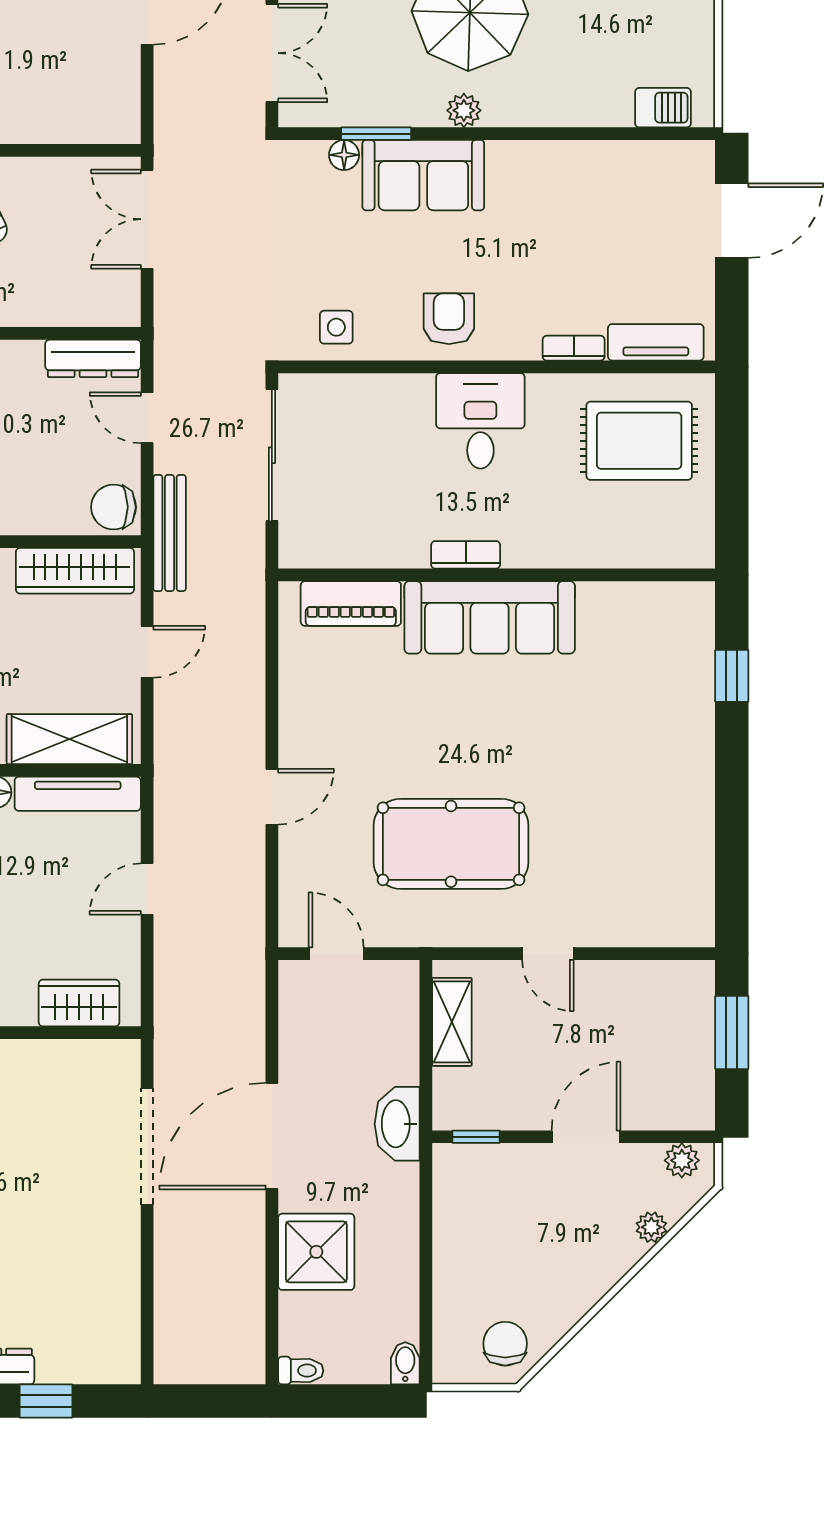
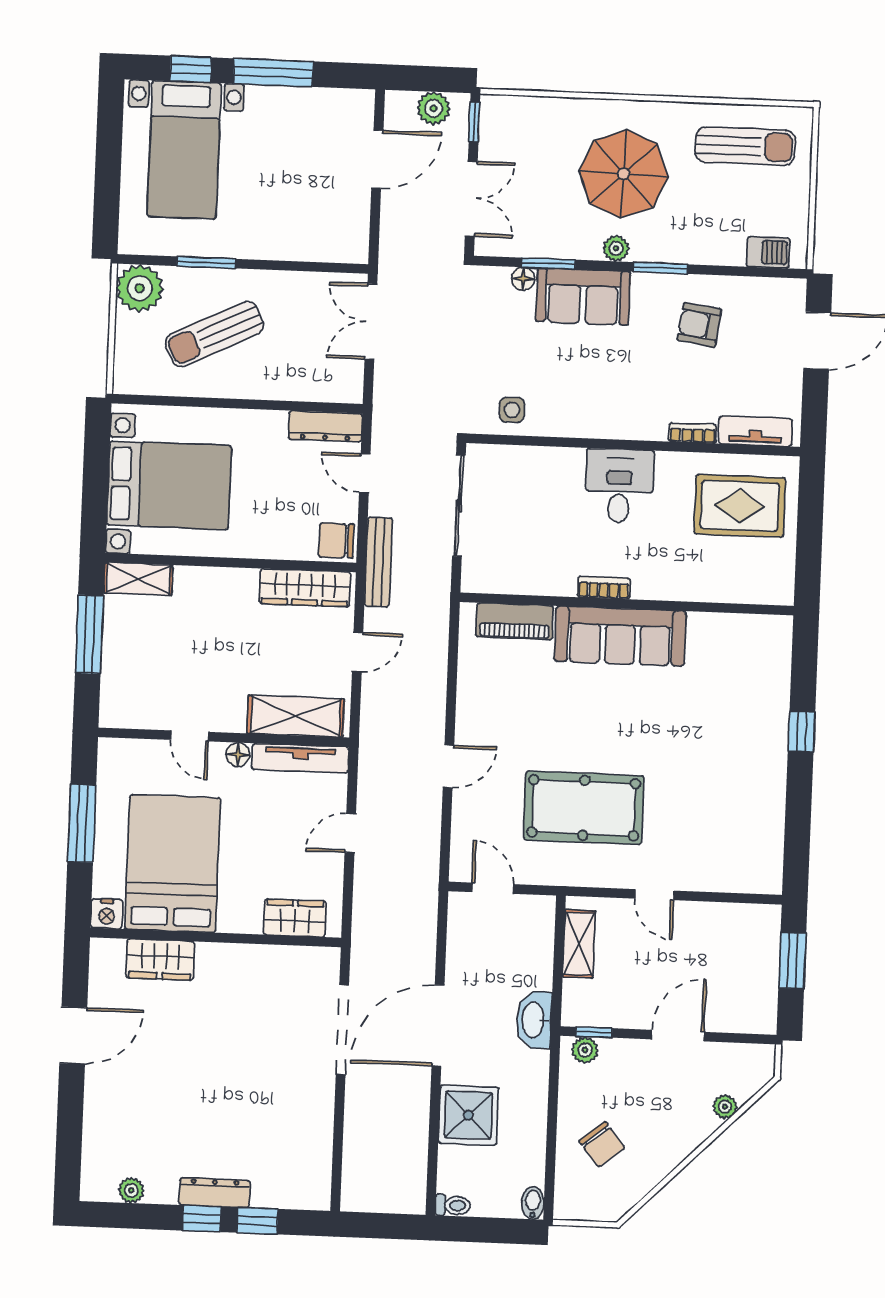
window: (523, 134) -> (660, 268), added
armchair: (449, 319) -> (699, 325), moved, turned -82
window: (732, 676) -> (802, 732), moved
plant: (682, 1160) -> (585, 1050), moved
chair: (505, 1344) -> (602, 1144), moved, turned 141

